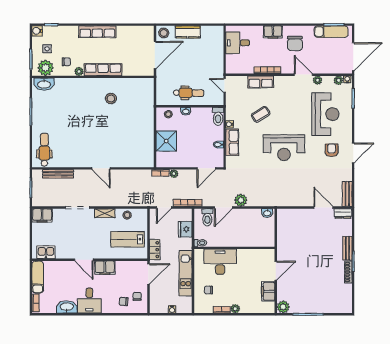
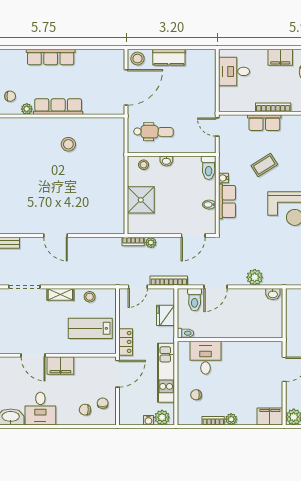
dental chair: (189, 93) -> (154, 132), moved
plant: (241, 200) -> (255, 277), moved
desk: (220, 262) -> (206, 358), width x0.73
filing cabinet: (268, 291) -> (270, 417), moved, turned 90
plant: (183, 307) -> (162, 417), added

